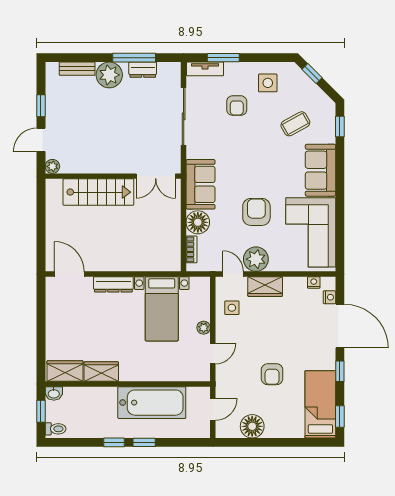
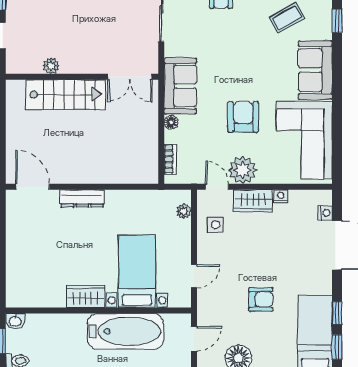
plant: (52, 166) -> (51, 66), moved
floor lamp: (198, 222) -> (171, 122), width x0.53, depth x0.53
nightstand: (314, 282) -> (281, 196), moved
bed with nightstands: (162, 309) -> (137, 271), moved, turned 180
plant: (204, 328) -> (184, 211), moved
wardrobe: (65, 371) -> (28, 296), removed
window: (340, 371) -> (337, 313), moved
wardrobe: (101, 372) -> (86, 296), moved
armchair: (272, 374) -> (261, 299), turned -90

